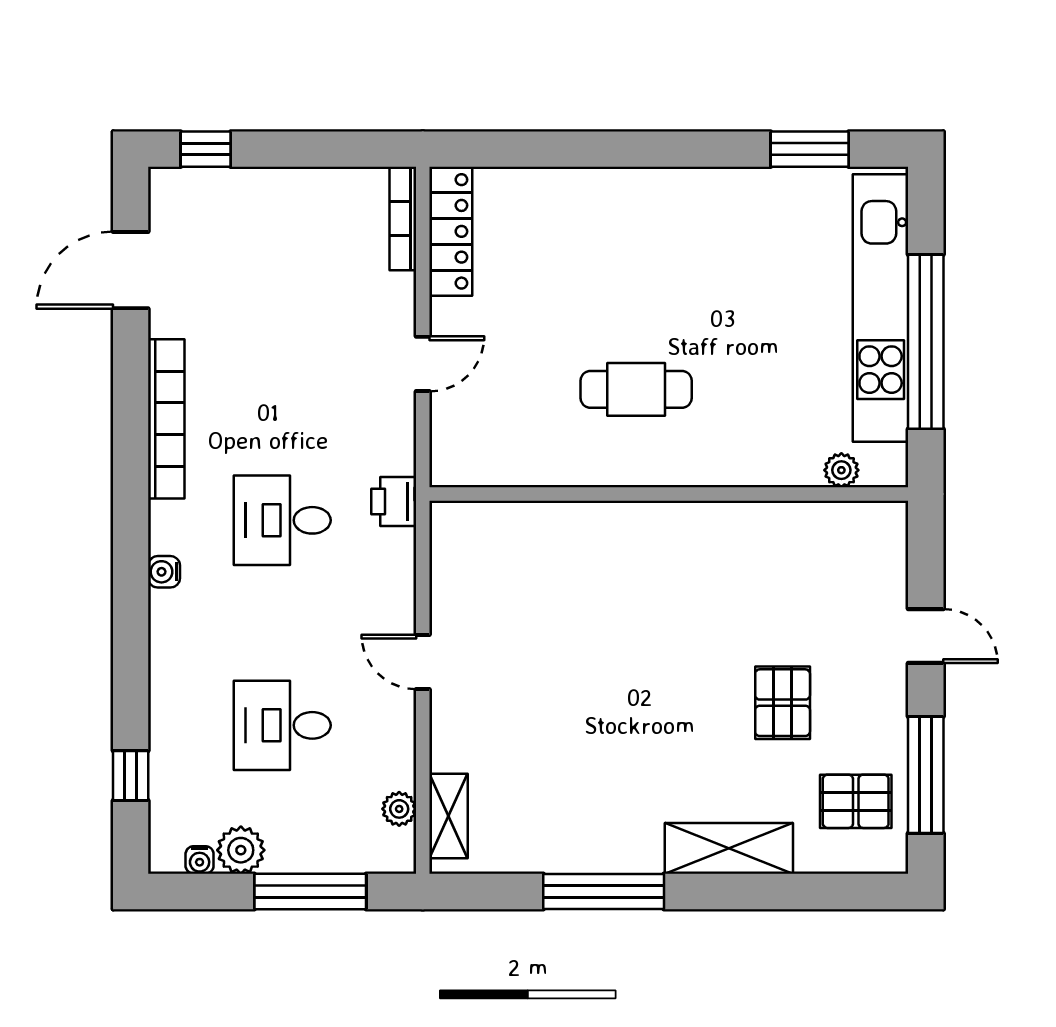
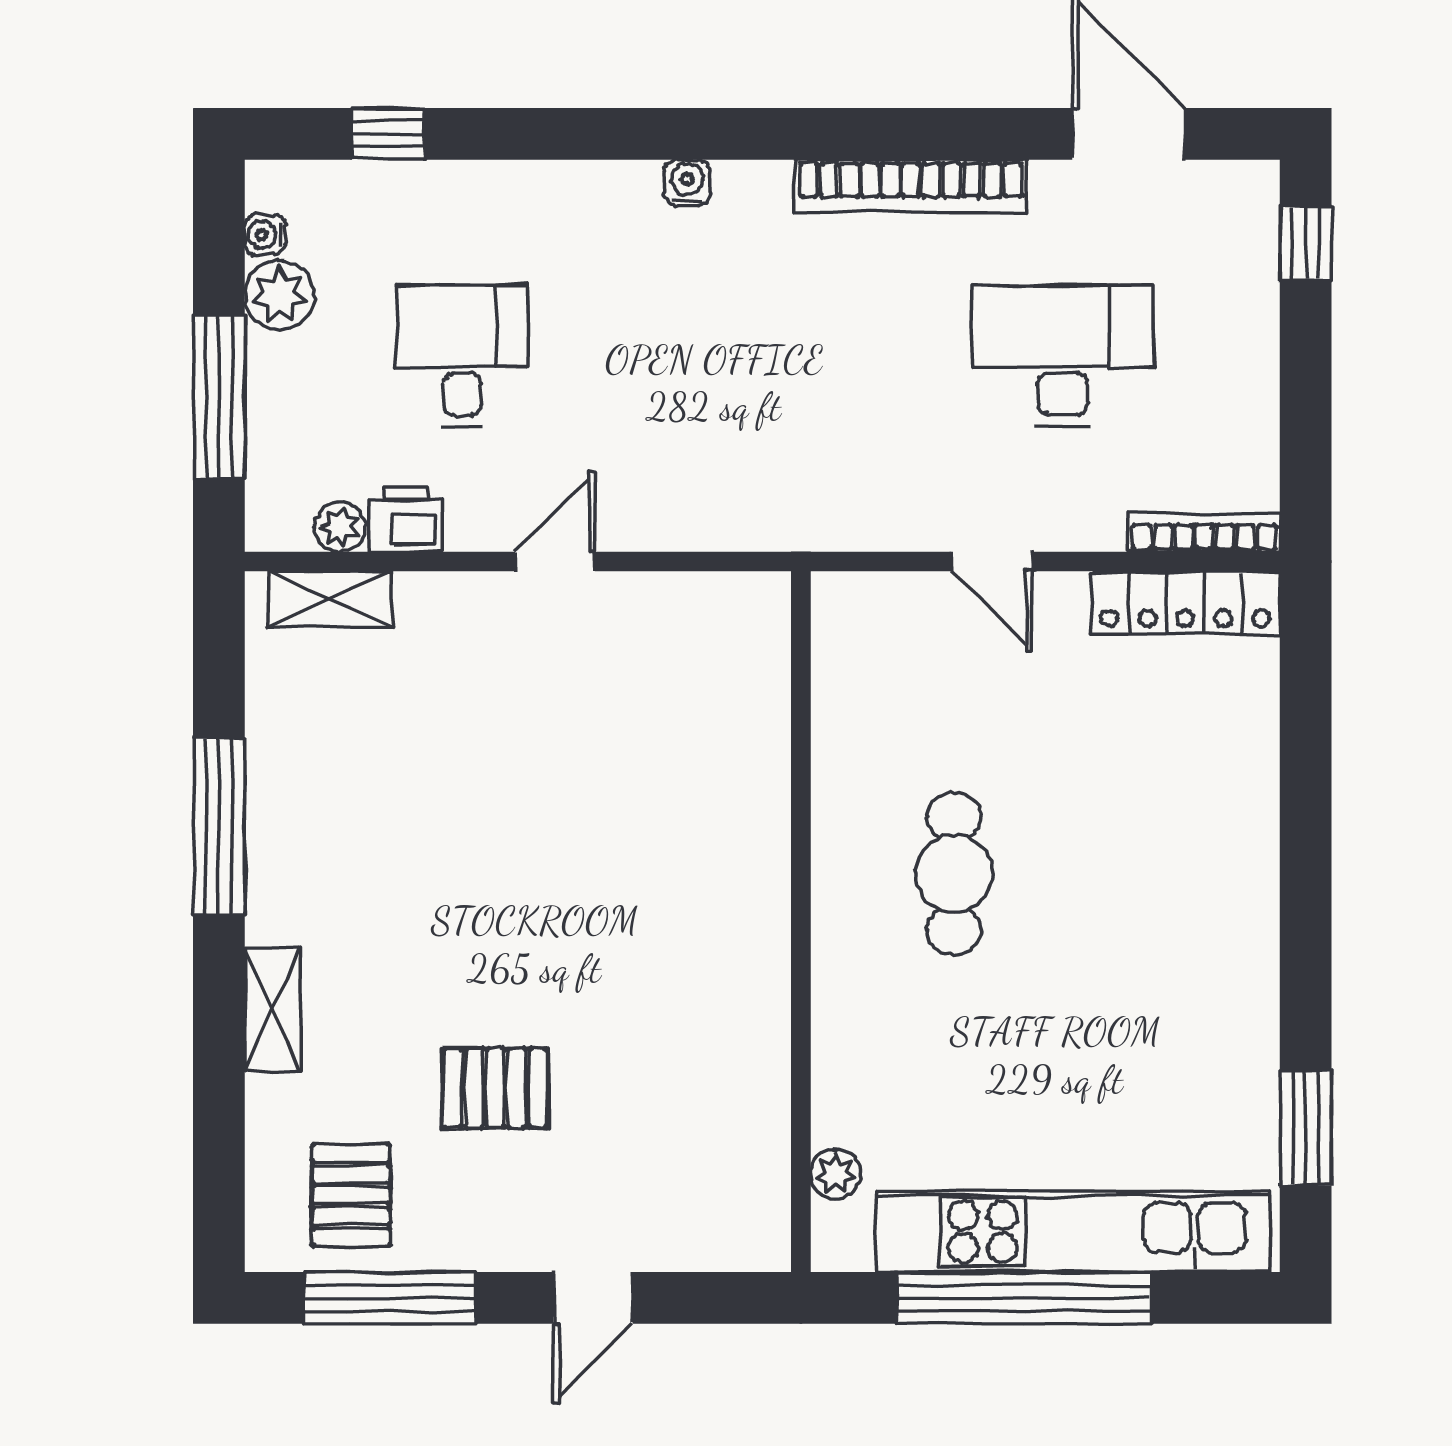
printer: (394, 501) -> (406, 519), moved
desk: (282, 520) -> (1062, 356), moved, width x1.37
shelving: (729, 848) -> (273, 1010), width x0.67, depth x0.75

